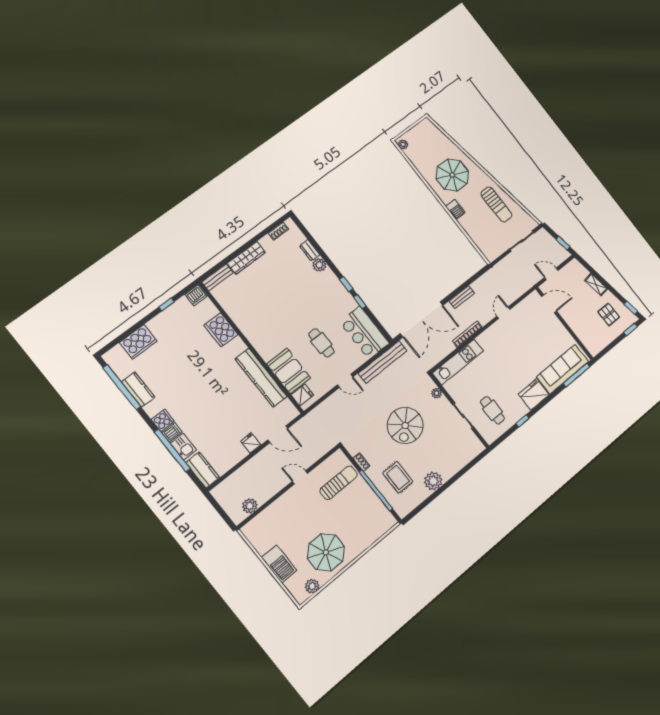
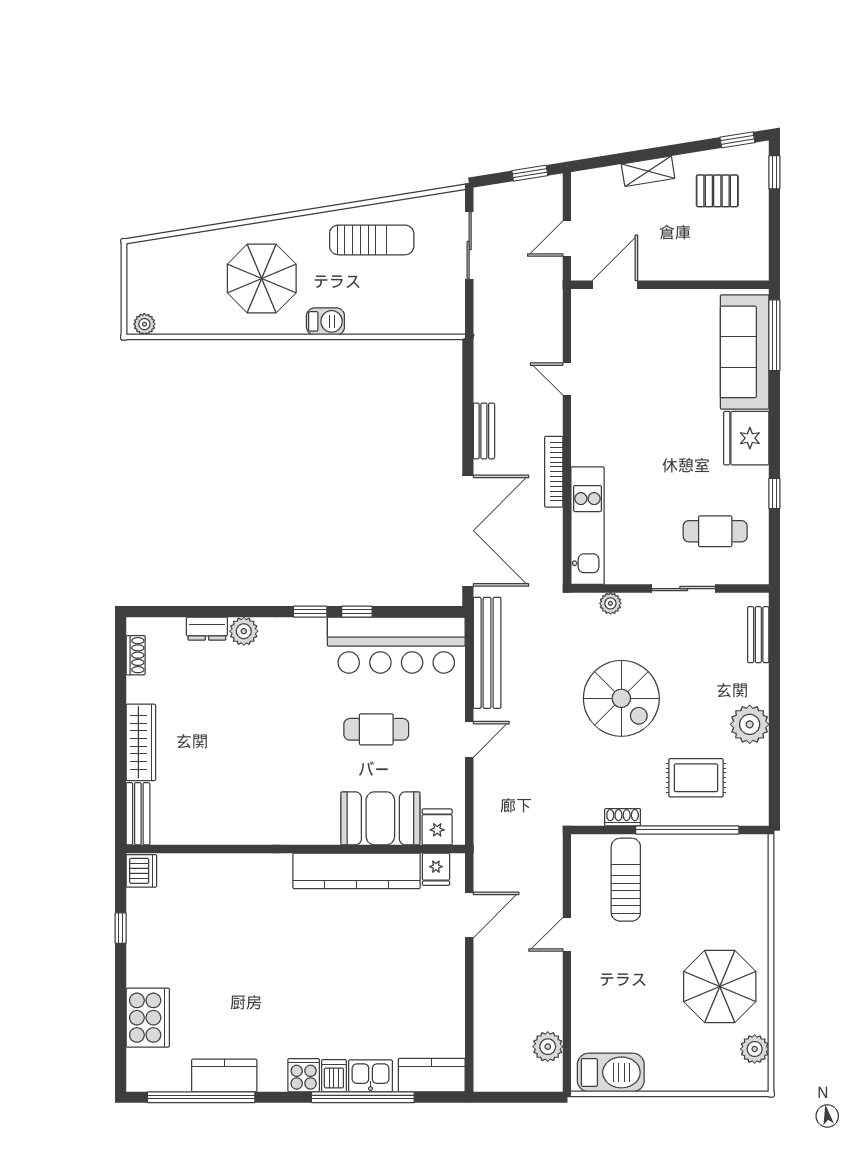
cooker: (221, 330) -> (228, 874), removed
bar counter: (364, 333) -> (396, 645), width x1.36
fridge: (251, 443) -> (436, 869), moved, turned -90
bench: (468, 457) -> (758, 635), added
barbecue: (279, 564) -> (611, 1072), moved

